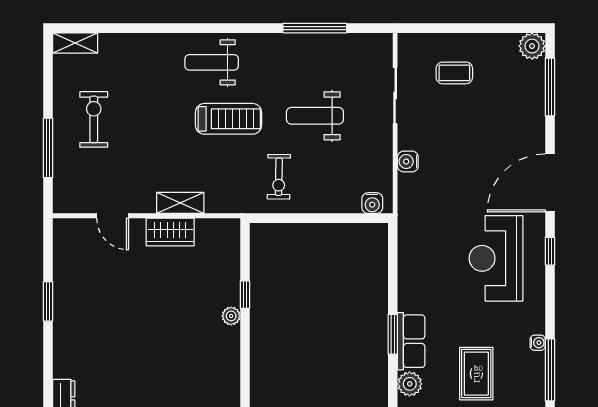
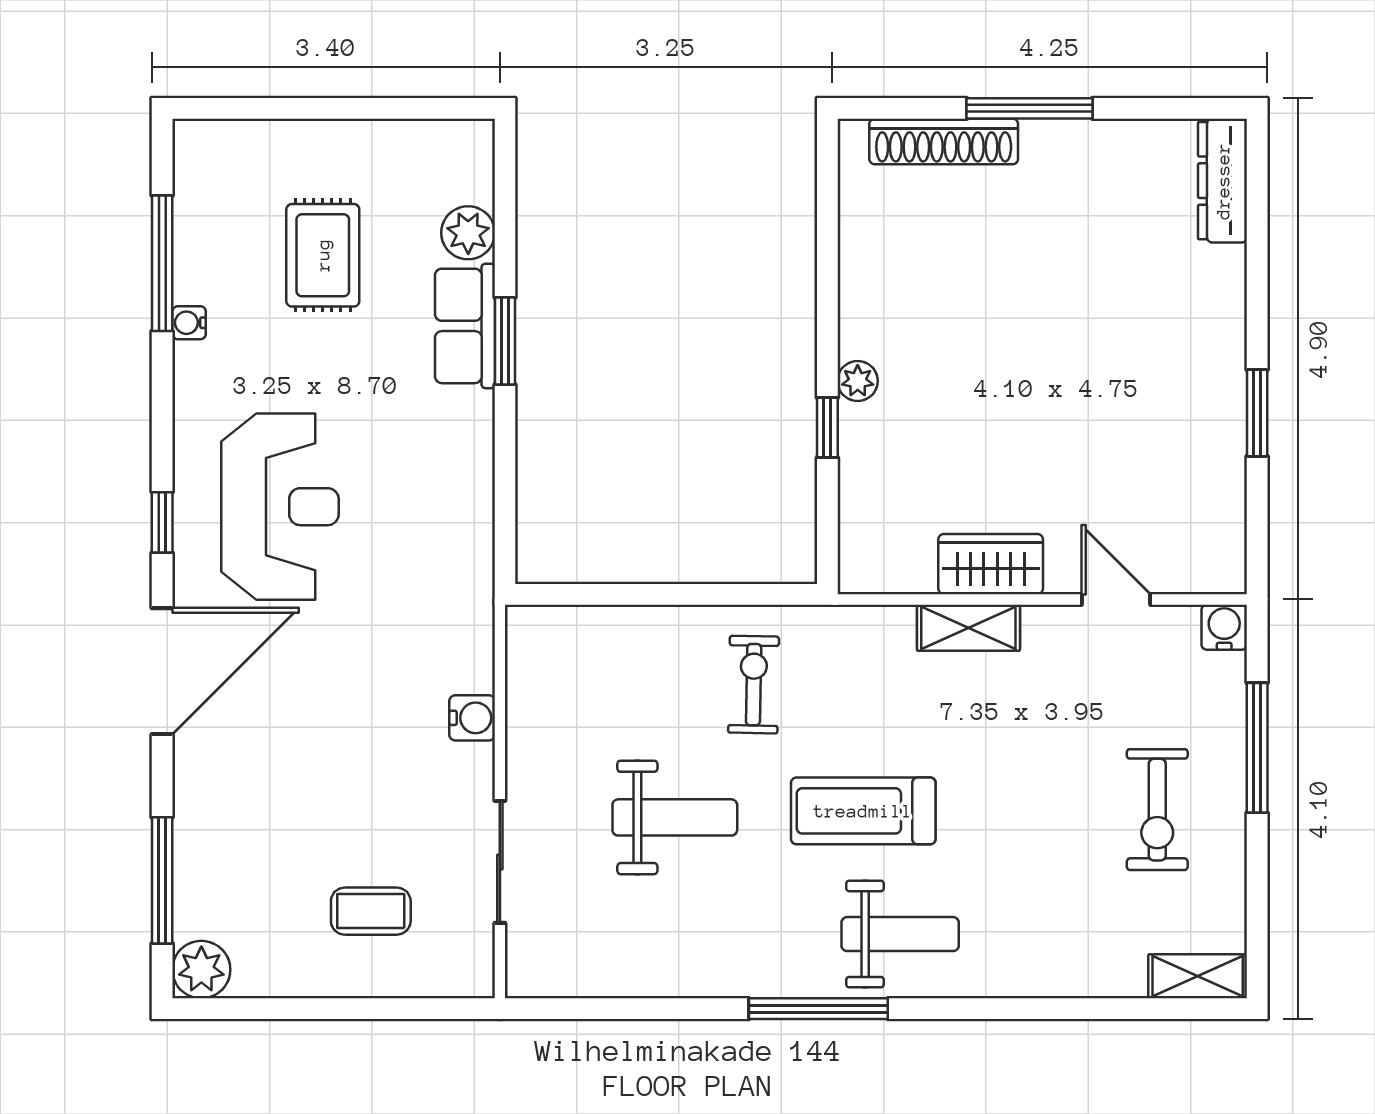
window: (315, 28) -> (818, 1009), moved
water cooler: (372, 203) -> (1224, 627), moved

